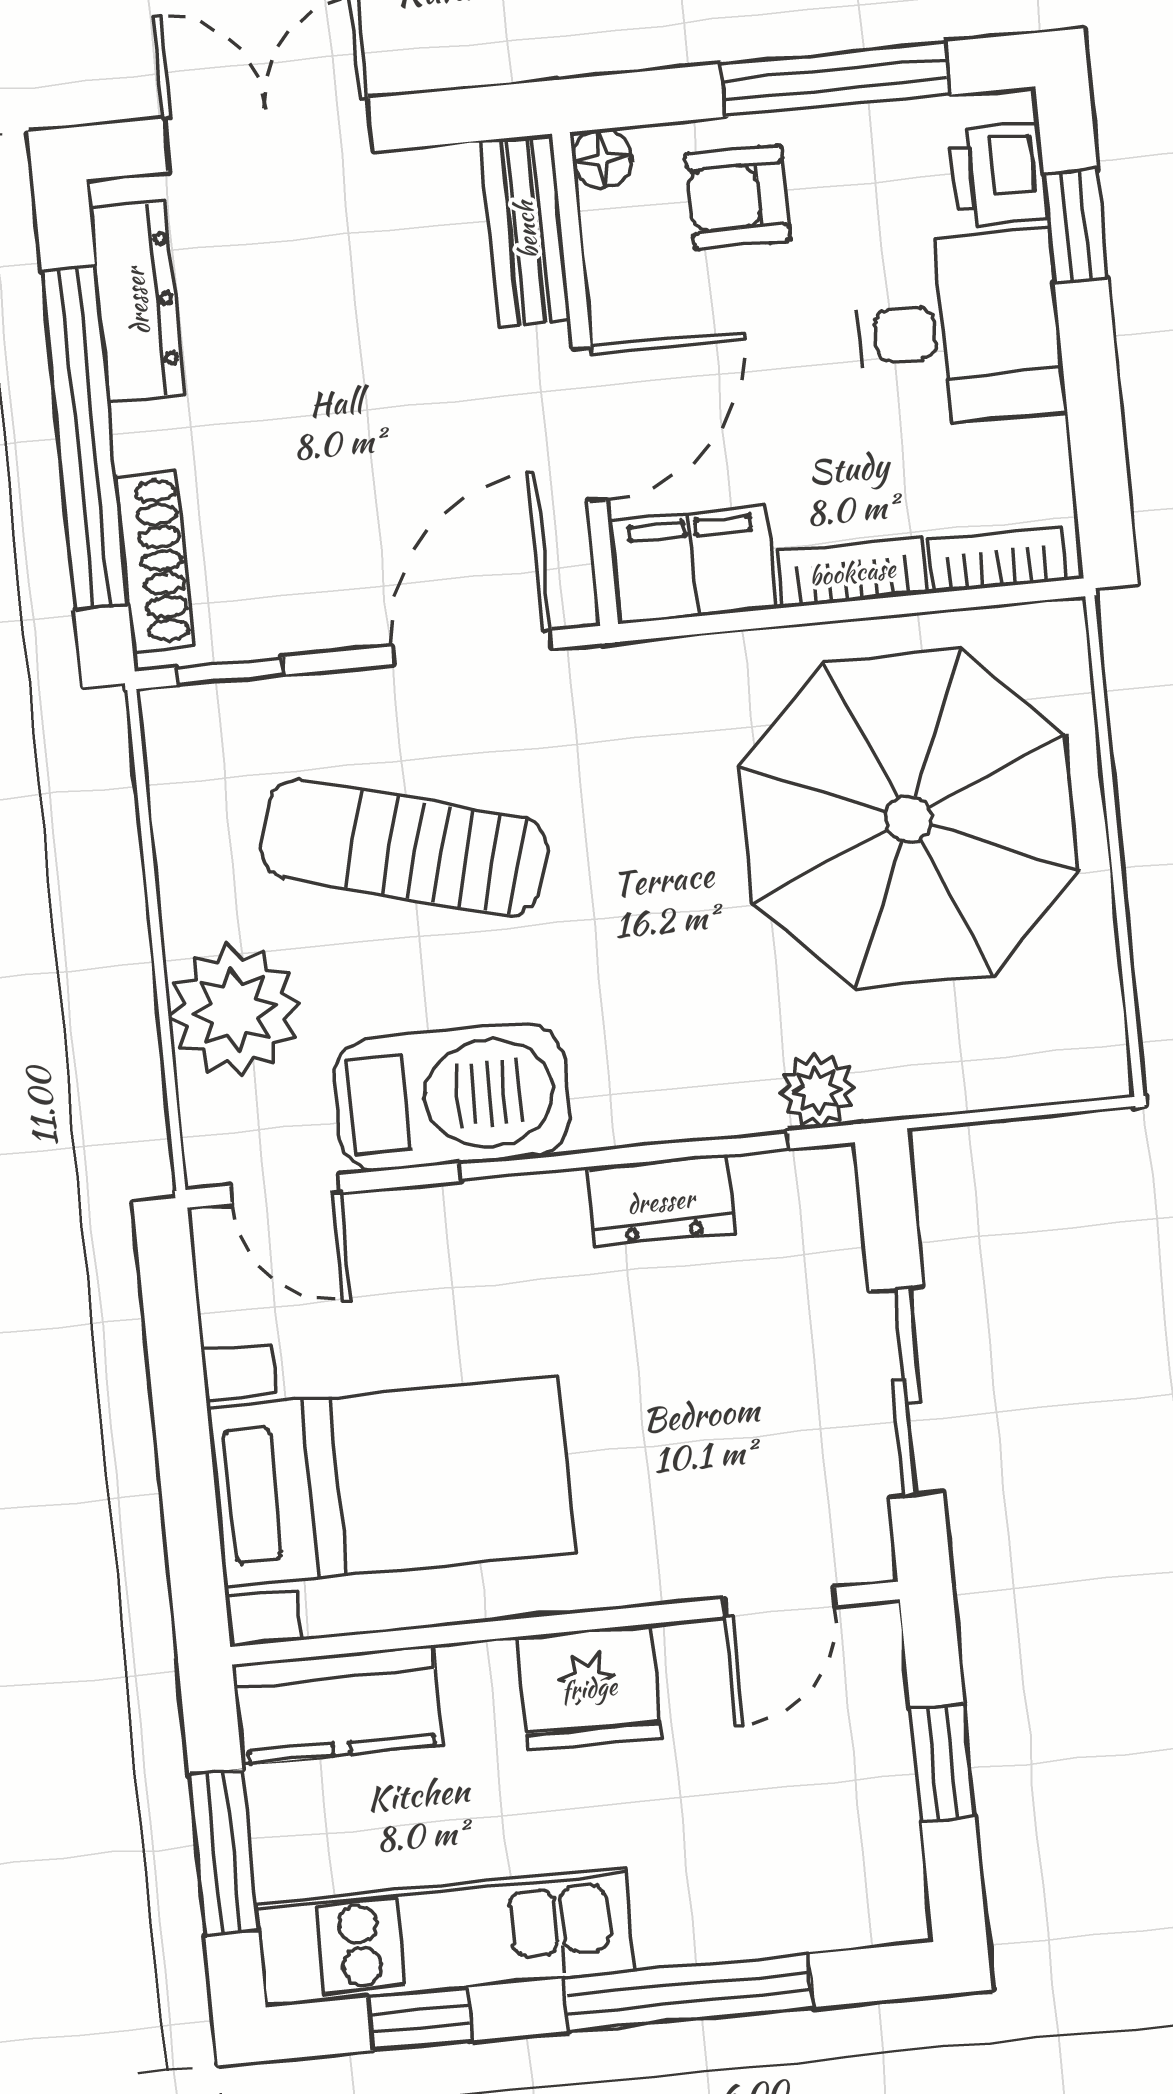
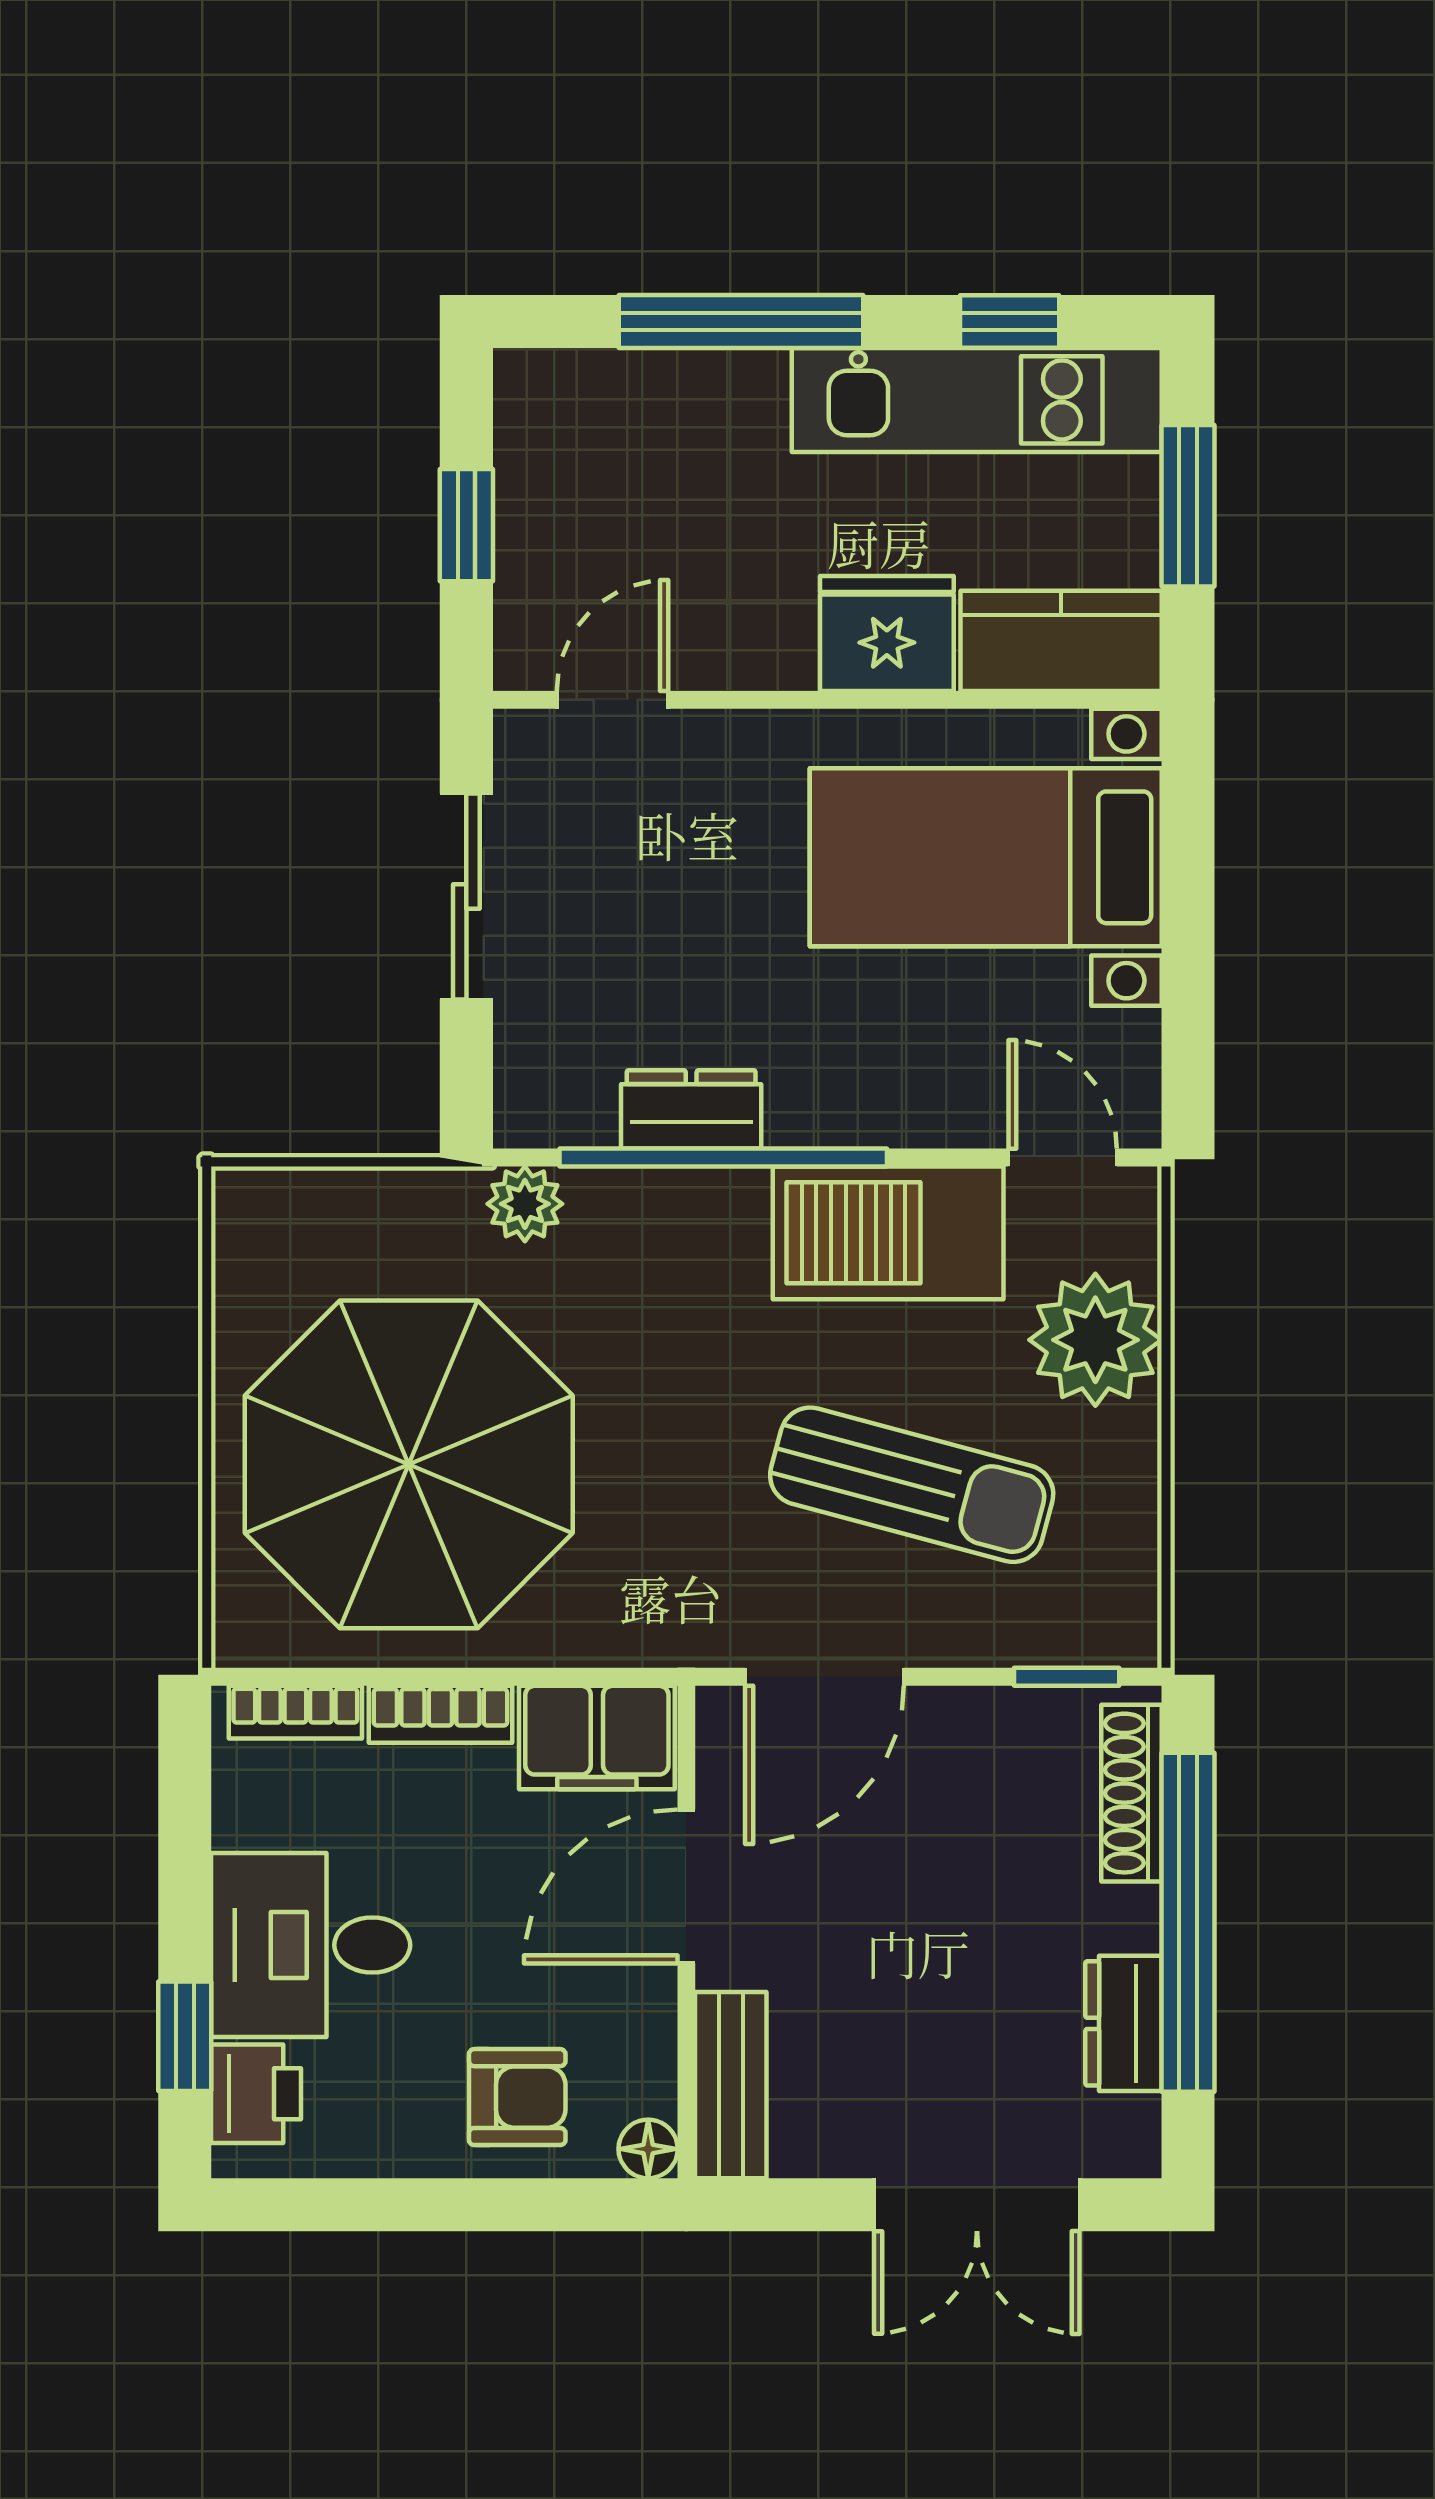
window: (835, 79) -> (409, 2205), removed
dresser: (137, 301) -> (1124, 2023), width x0.70
fridge: (589, 1688) -> (887, 634), moved

